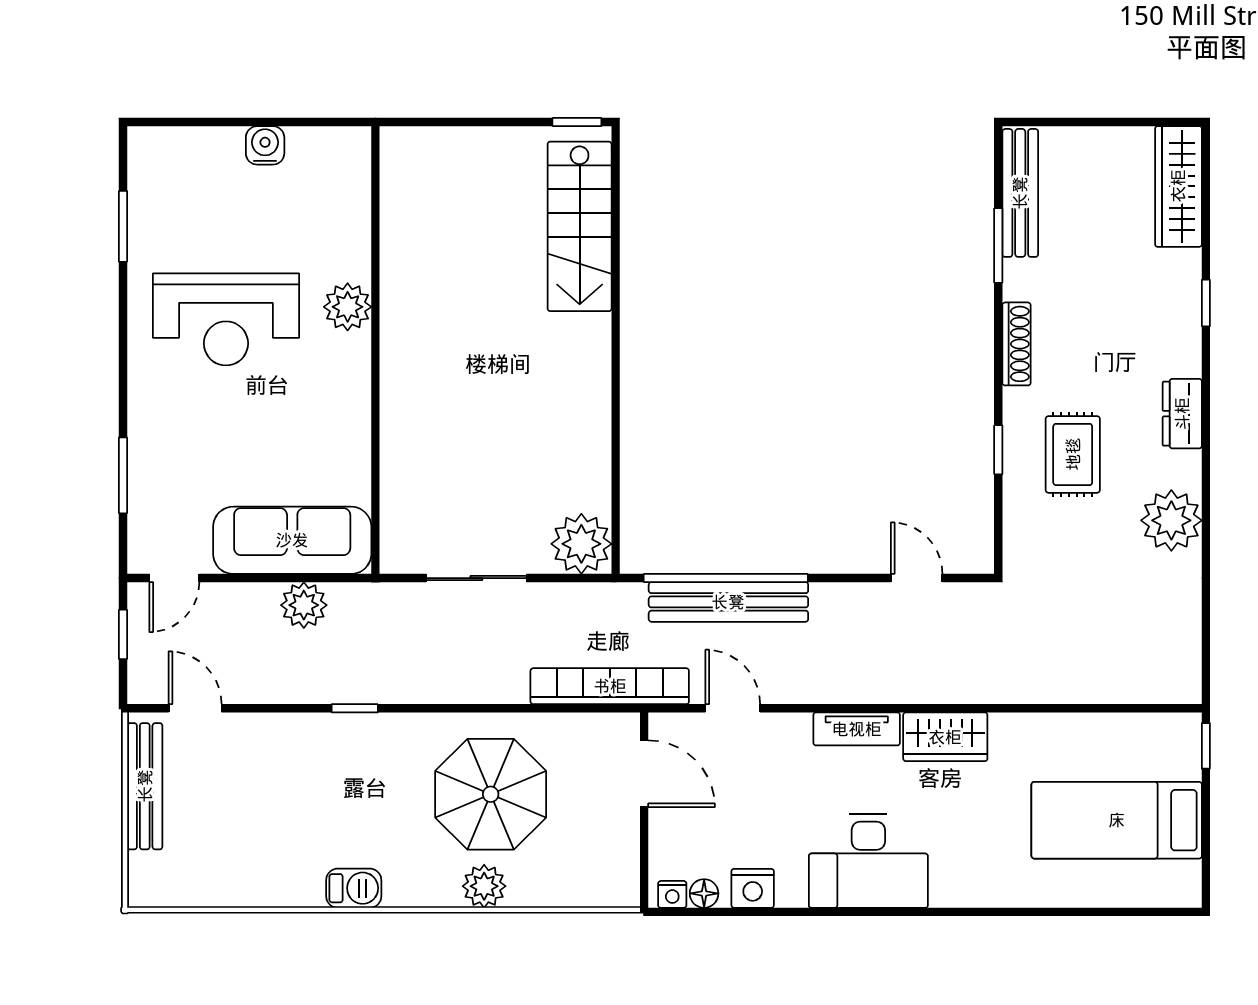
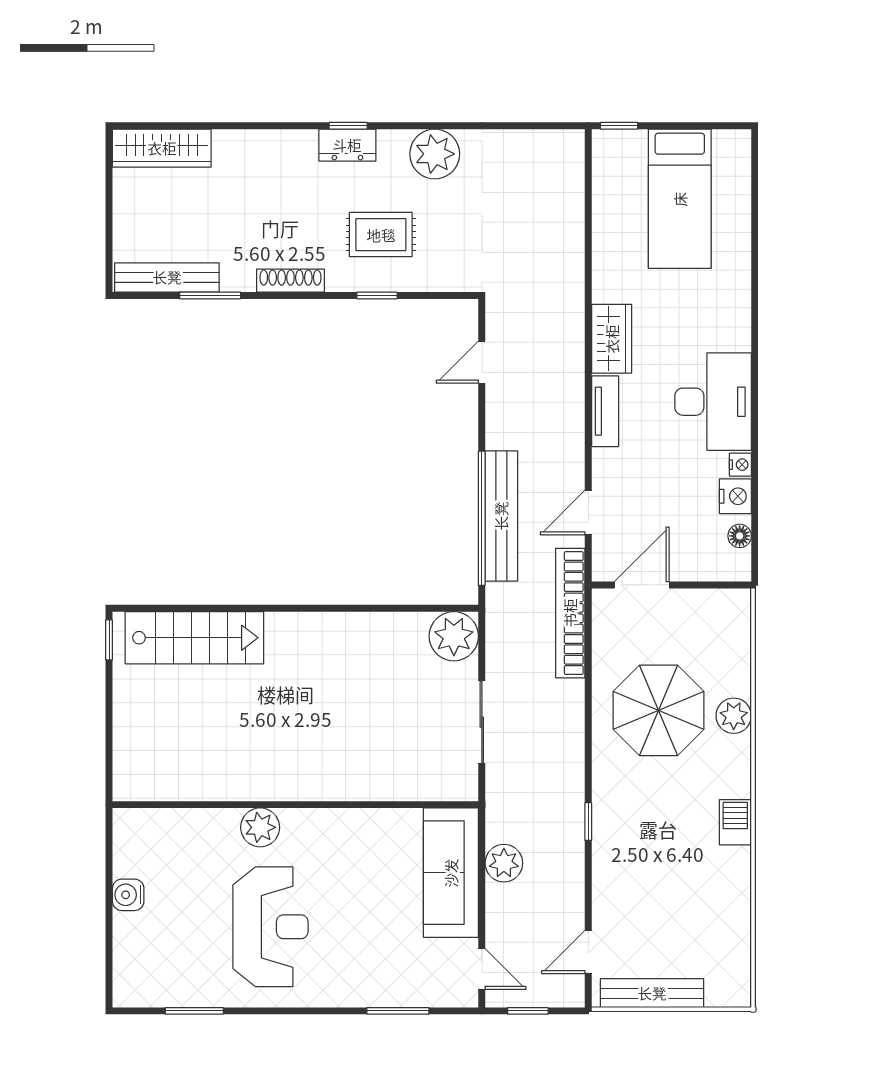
window: (1206, 303) -> (348, 126), moved
nightstand: (672, 894) -> (740, 465), moved

